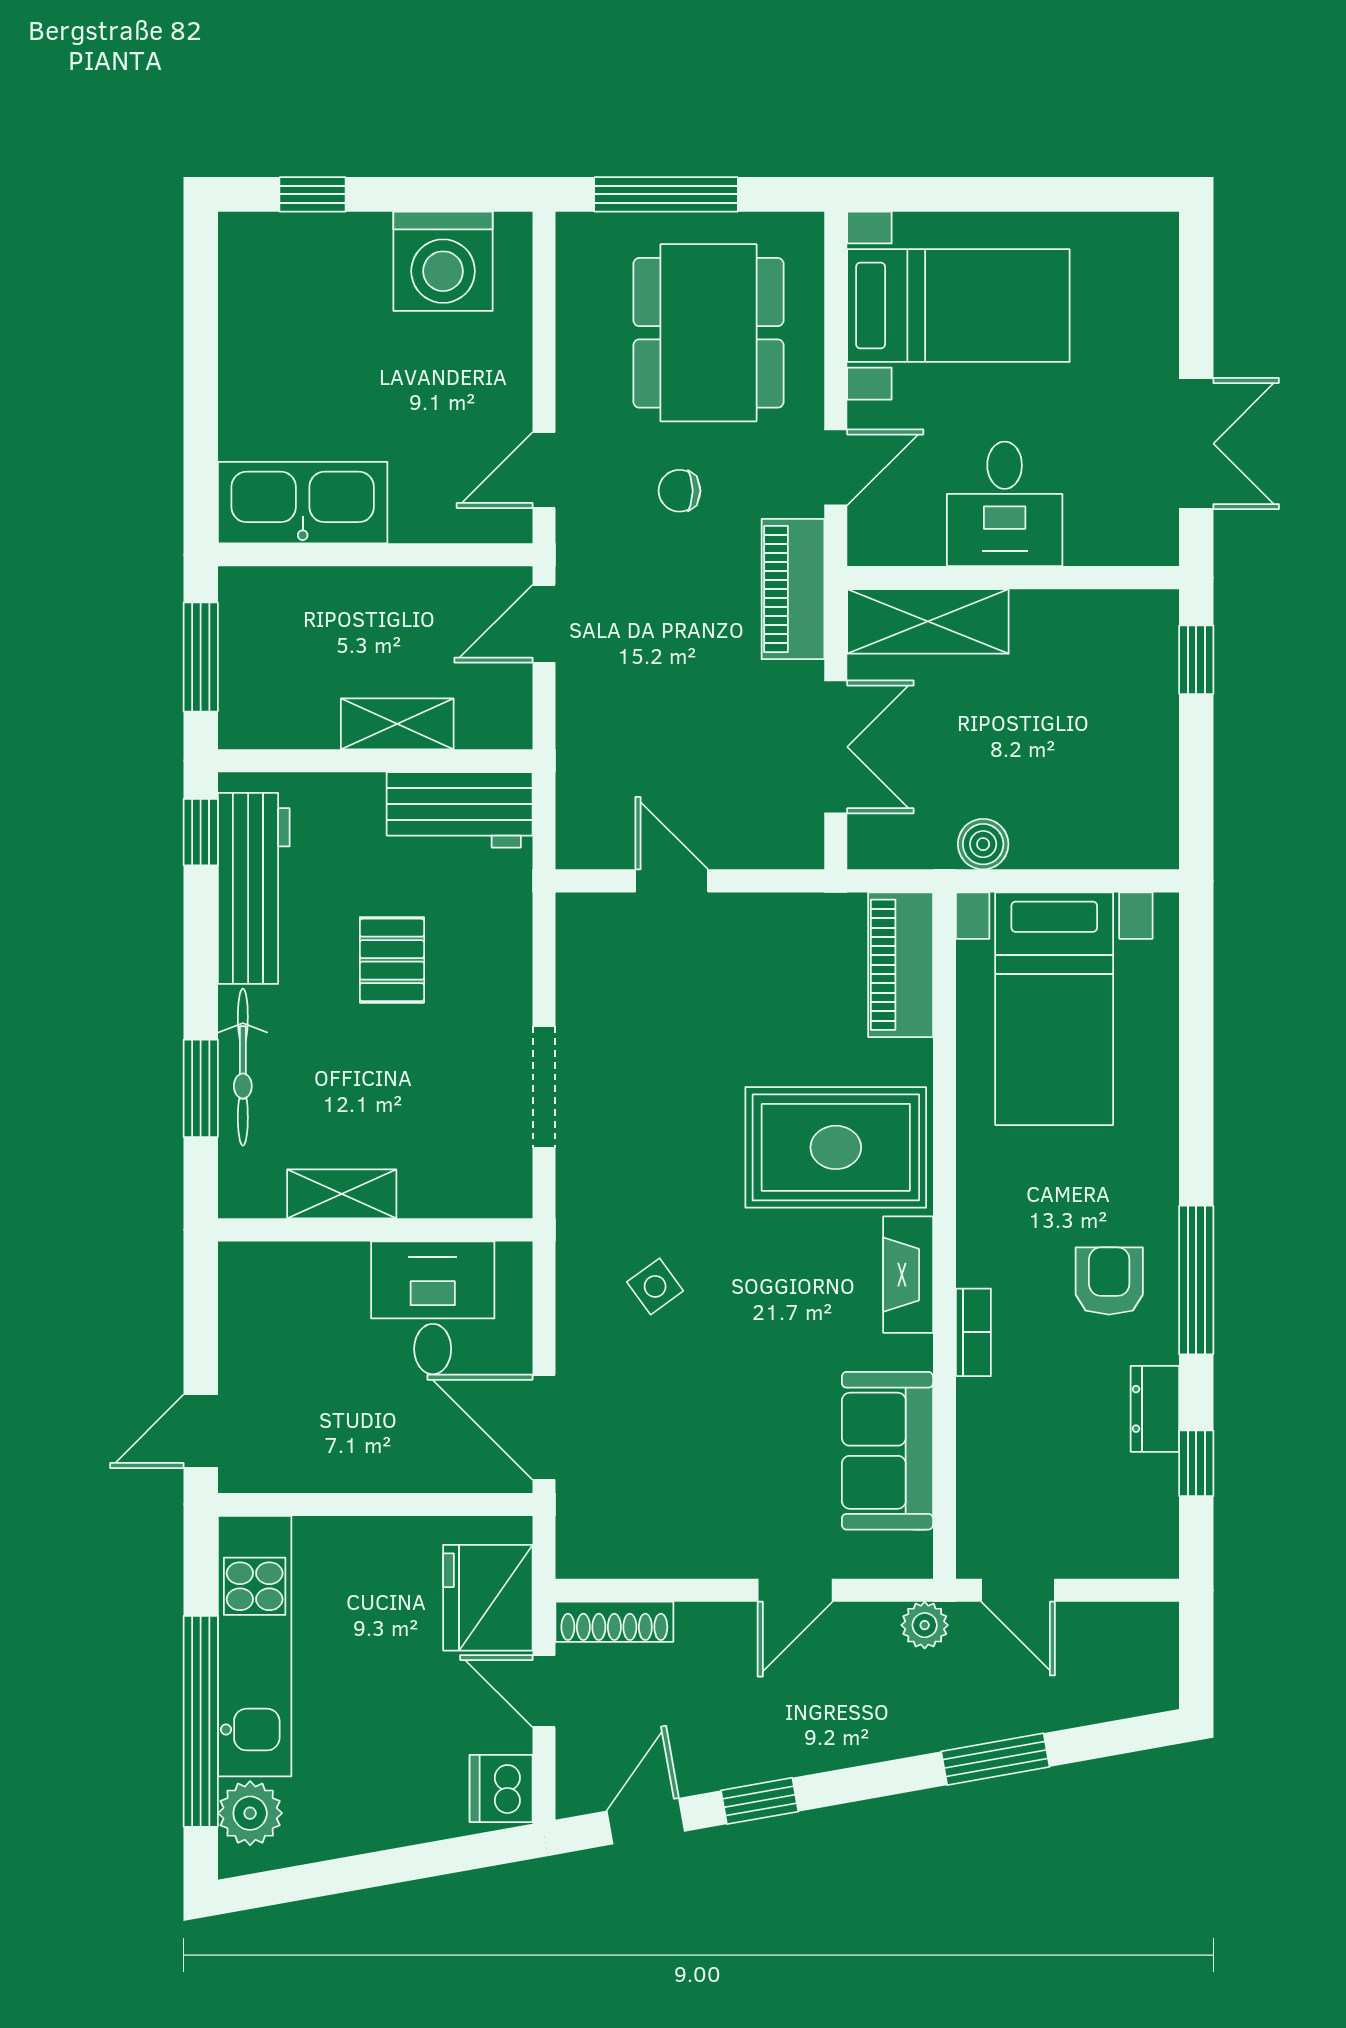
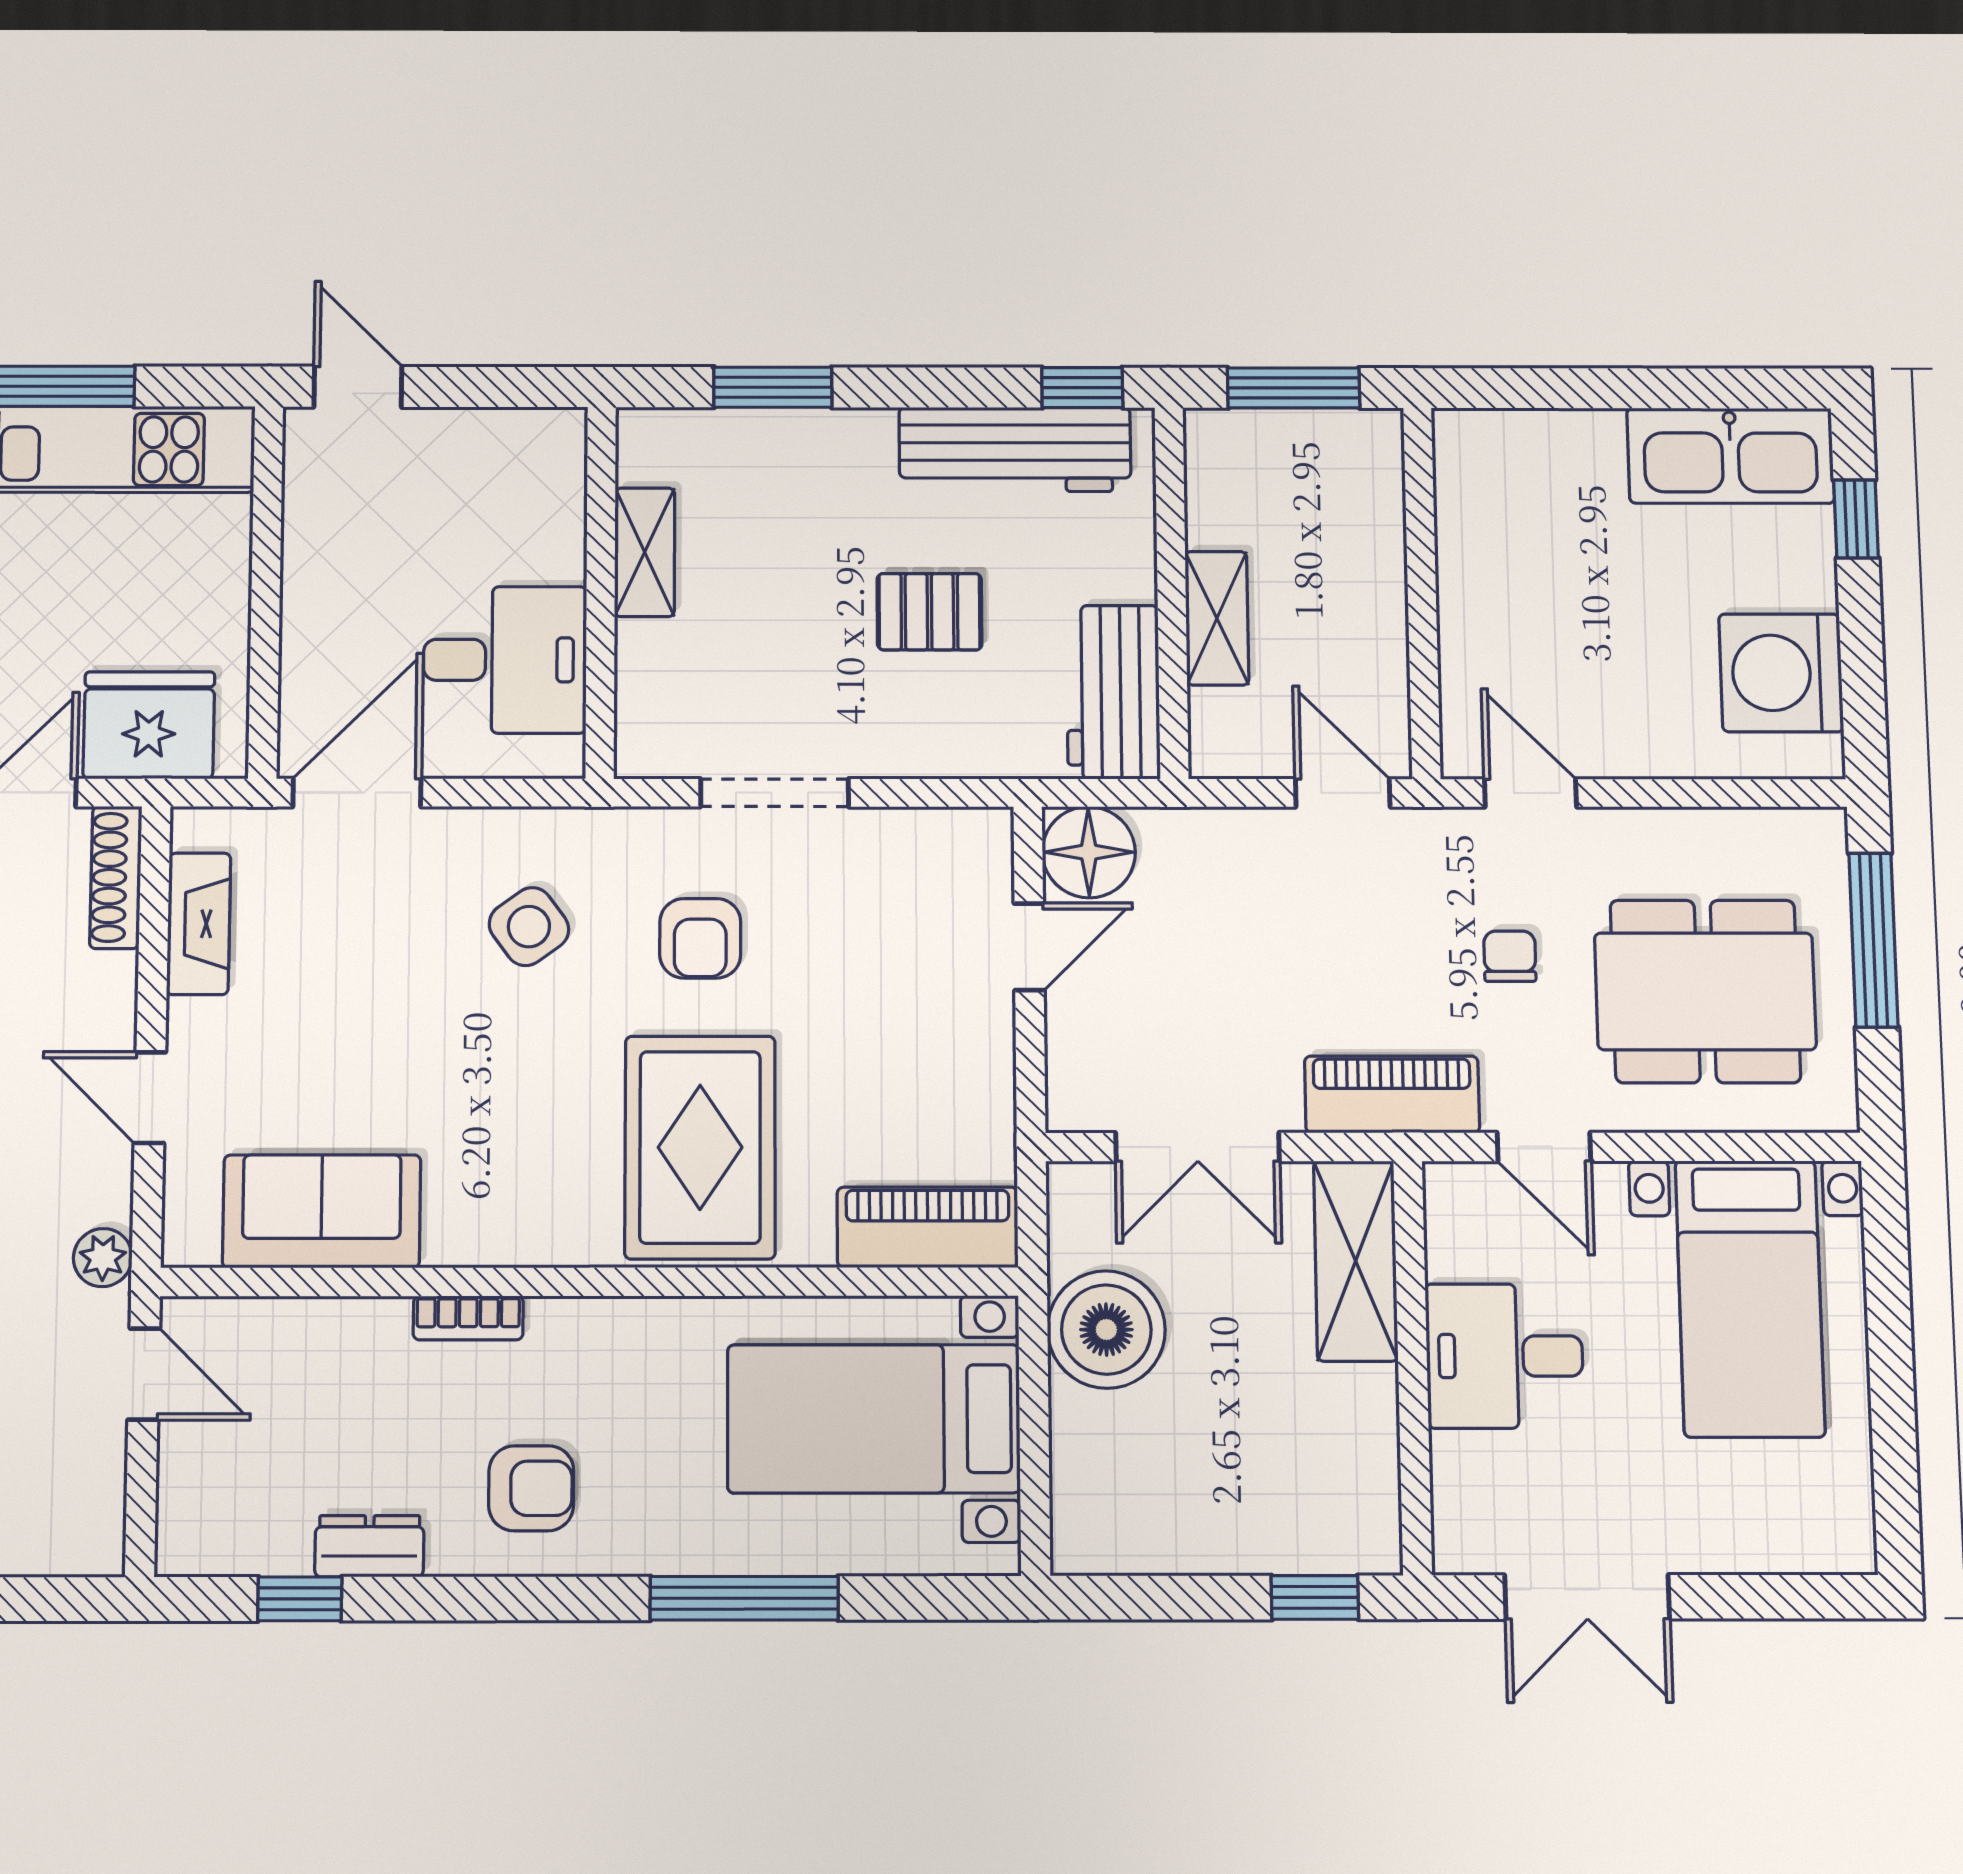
kitchen sink: (303, 503) -> (1731, 456), moved, turned 90
floor lamp: (593, 832) -> (1089, 852), added
boiler: (983, 844) -> (1106, 1330), width x1.86, depth x1.86
bicycle: (243, 1067) -> (798, 436), removed
armchair: (665, 1148) -> (700, 938), added
fireplace: (908, 1275) -> (199, 924), moved, turned 90
window: (1196, 1280) -> (744, 1598), moved
side table: (655, 1286) -> (529, 927), width x1.37, depth x1.37
door: (1018, 1590) -> (144, 1374), swing flipped

